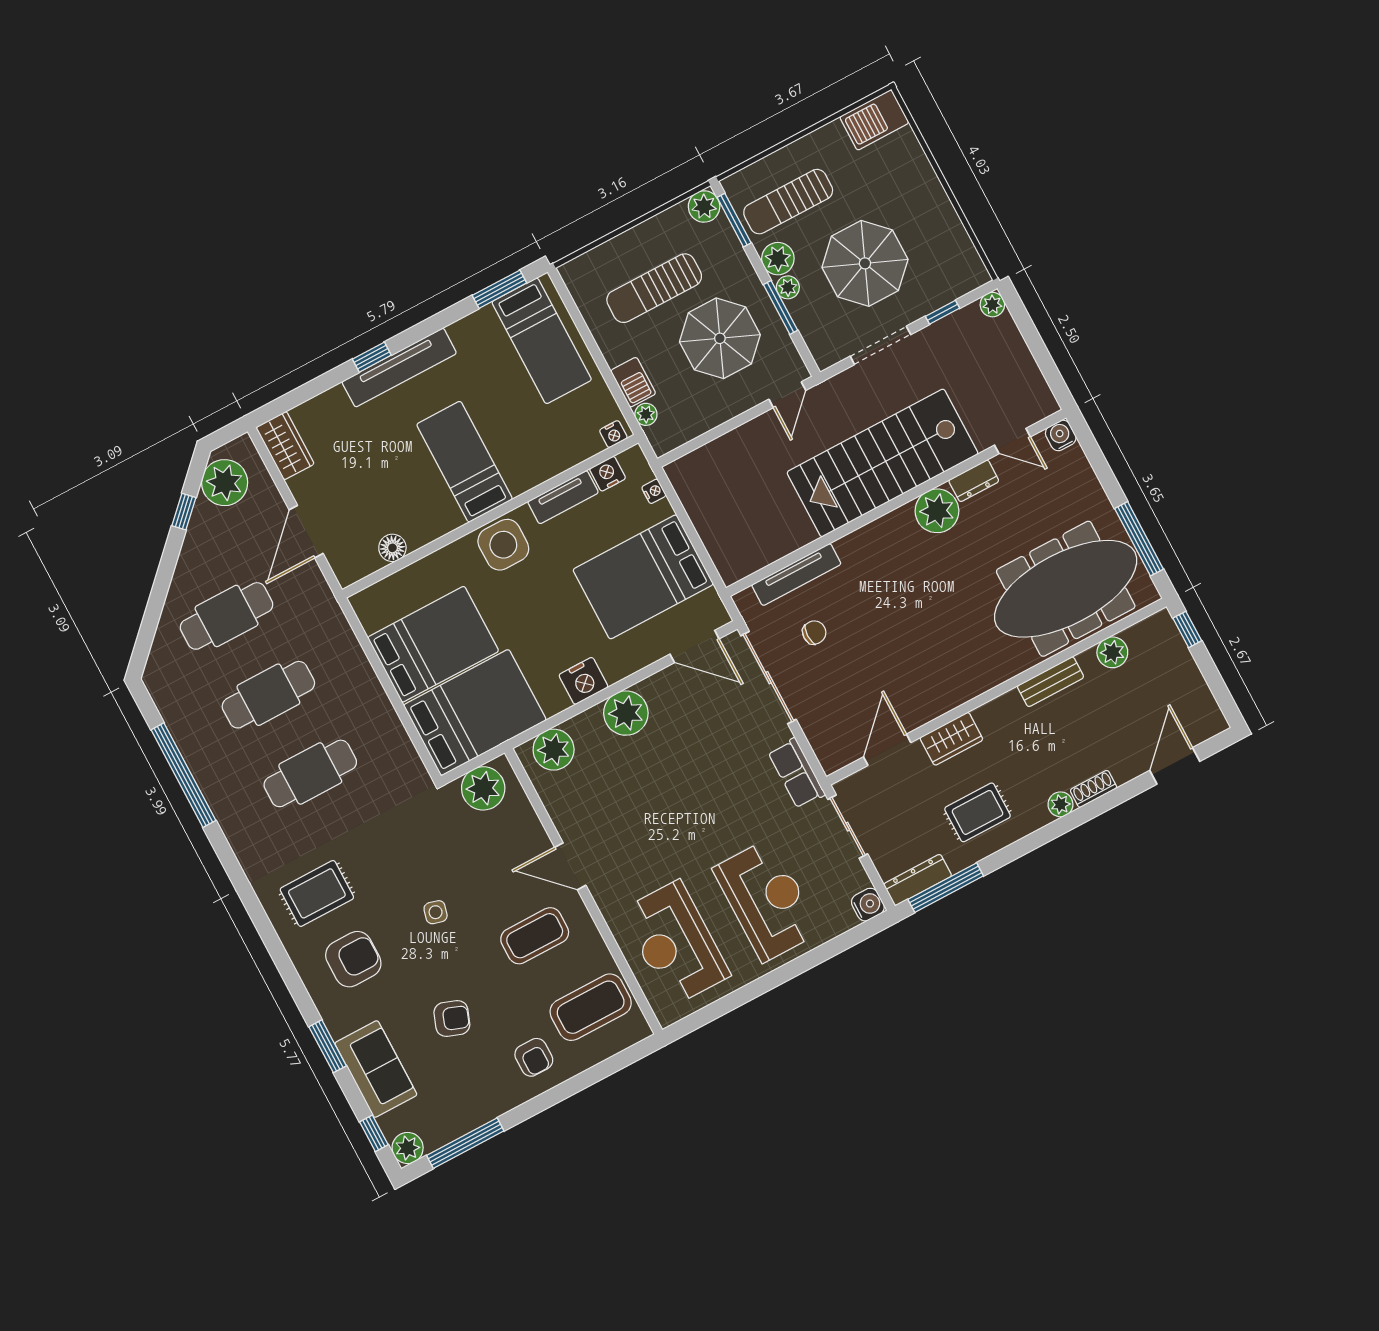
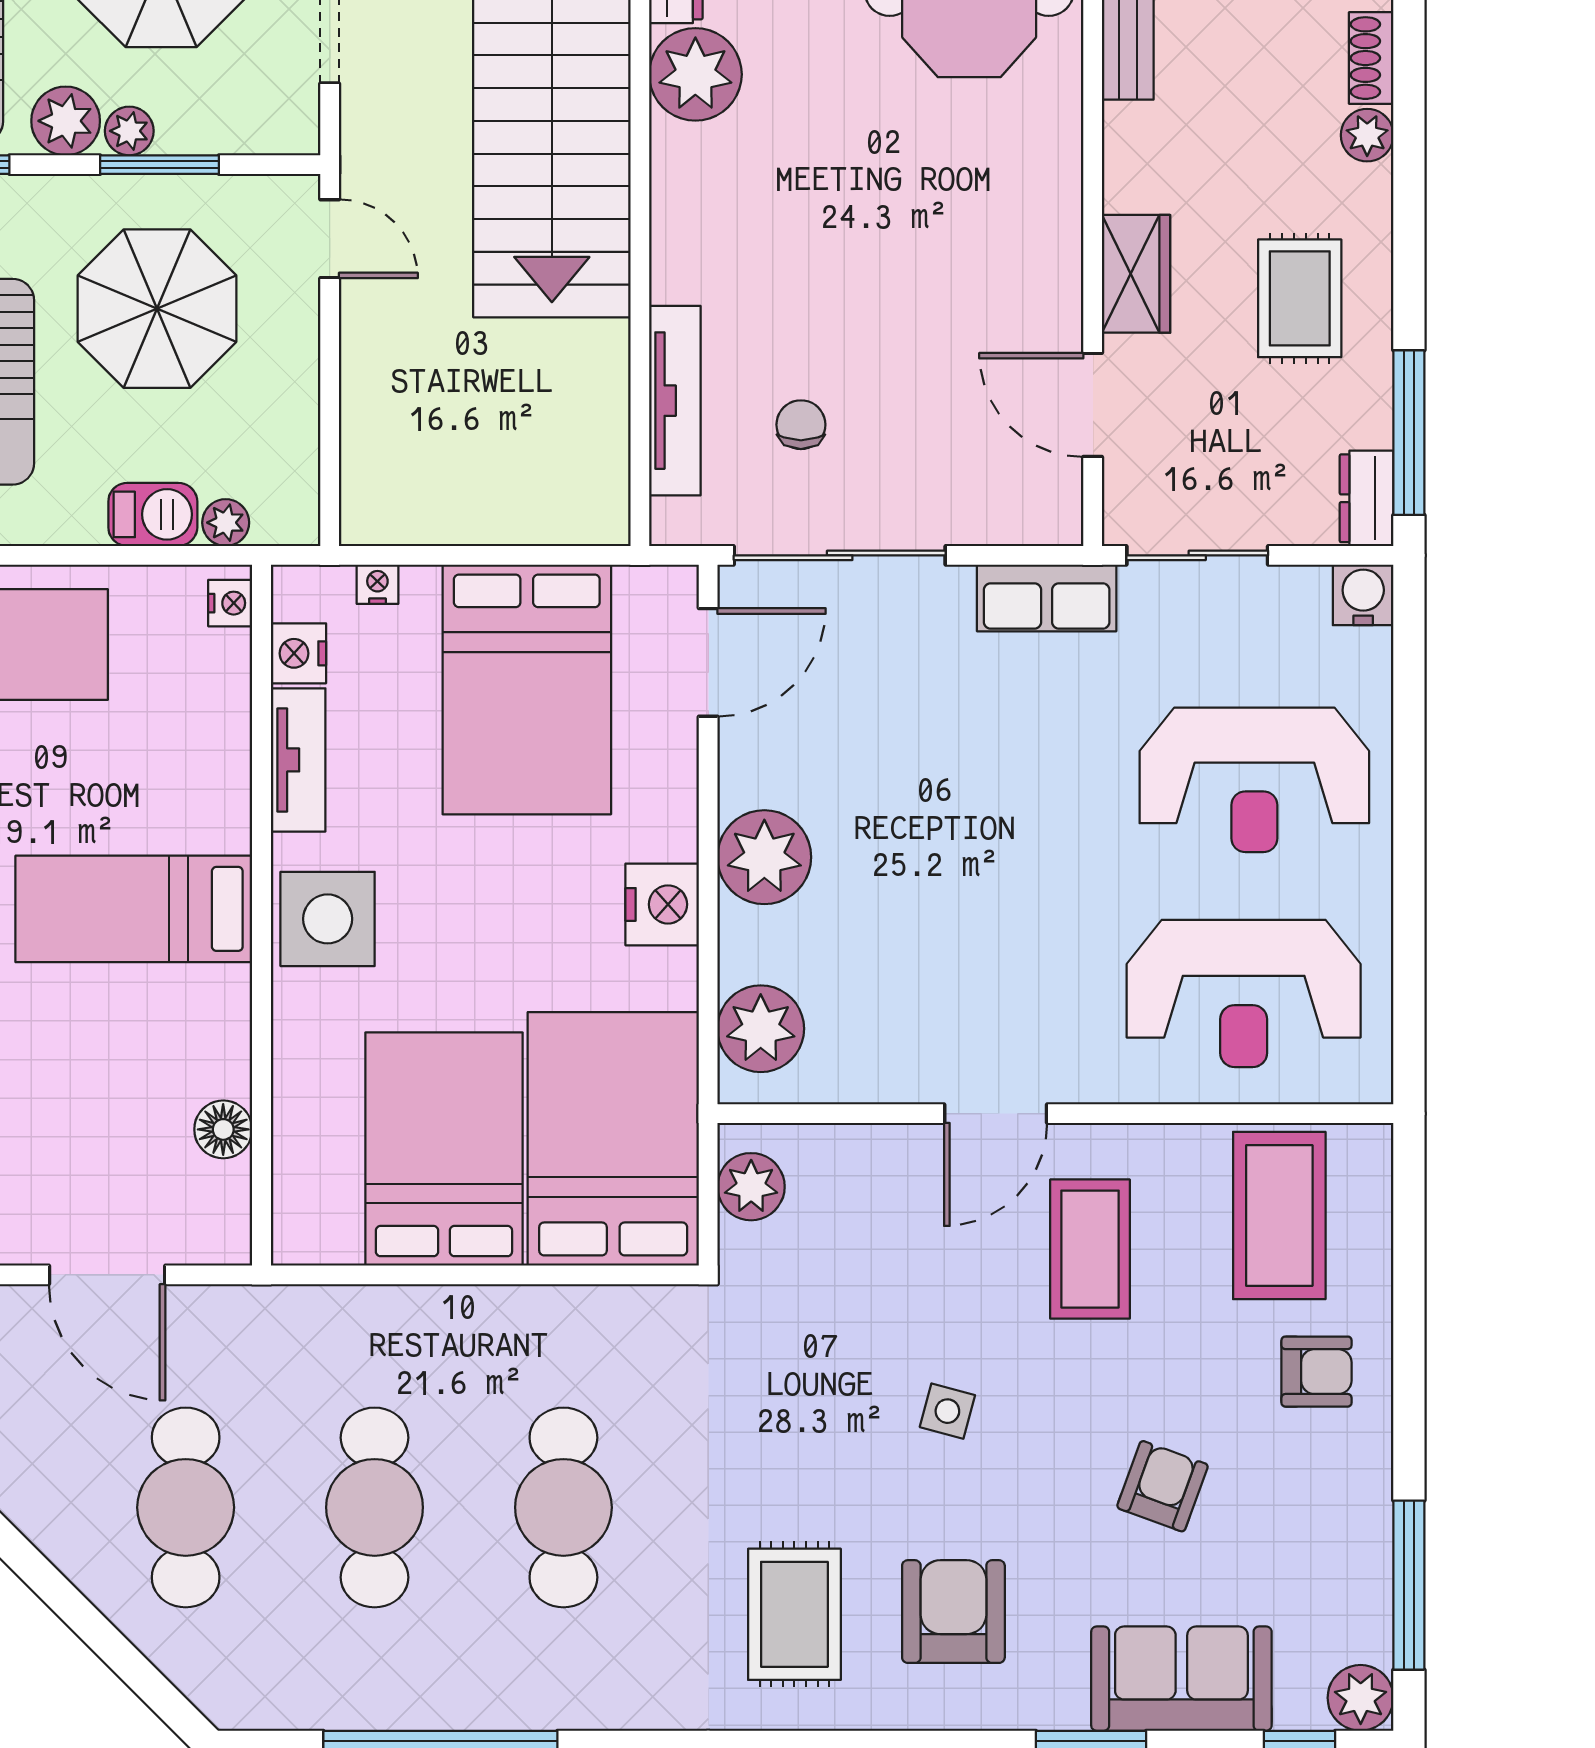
plant: (483, 788) -> (751, 1187), width x0.73, depth x0.73
dresser: (918, 880) -> (1367, 498), width x0.70
reception desk: (767, 900) -> (1254, 780), turned 180

